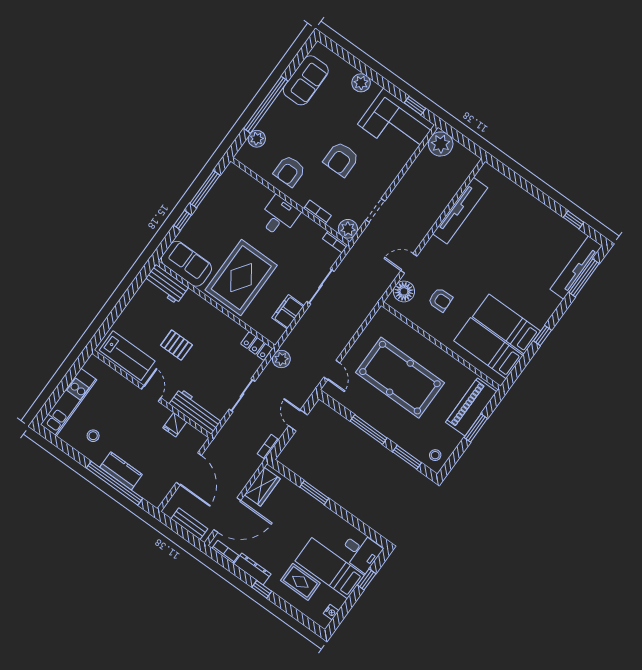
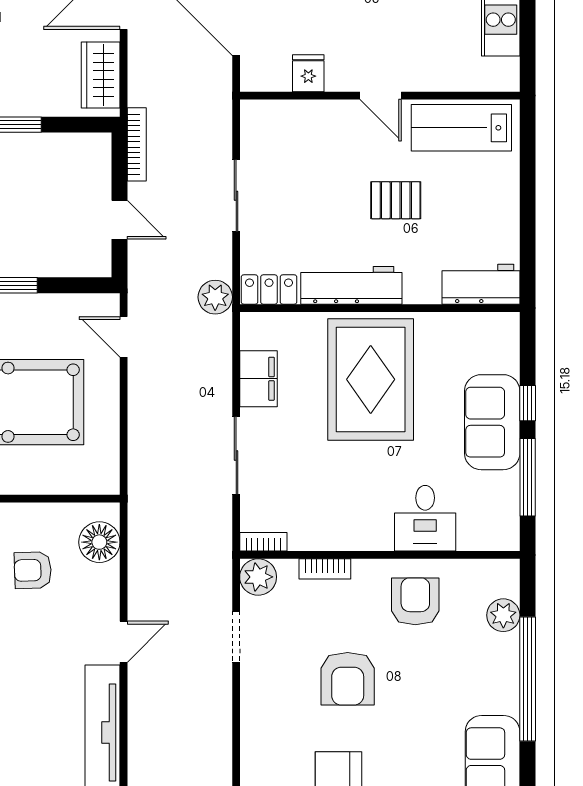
armchair: (341, 159) -> (348, 679), turned 180
desk: (279, 216) -> (425, 518), moved
door: (409, 263) -> (124, 642), moved
sofa: (186, 264) -> (492, 422), moved, turned 90
workbench: (196, 411) -> (351, 285), moved, turned 180
bookcase: (268, 447) -> (137, 144), width x1.56

